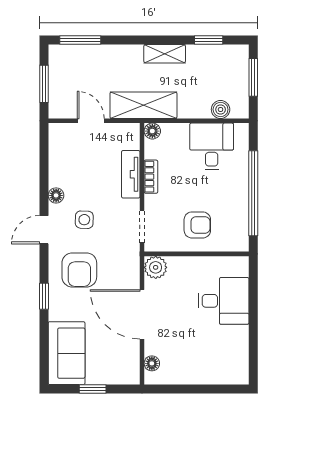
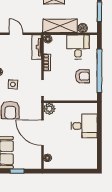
shelving: (143, 105) -> (60, 26), moved
tv unit: (131, 174) -> (37, 47), moved
armchair: (197, 225) -> (82, 76), moved

